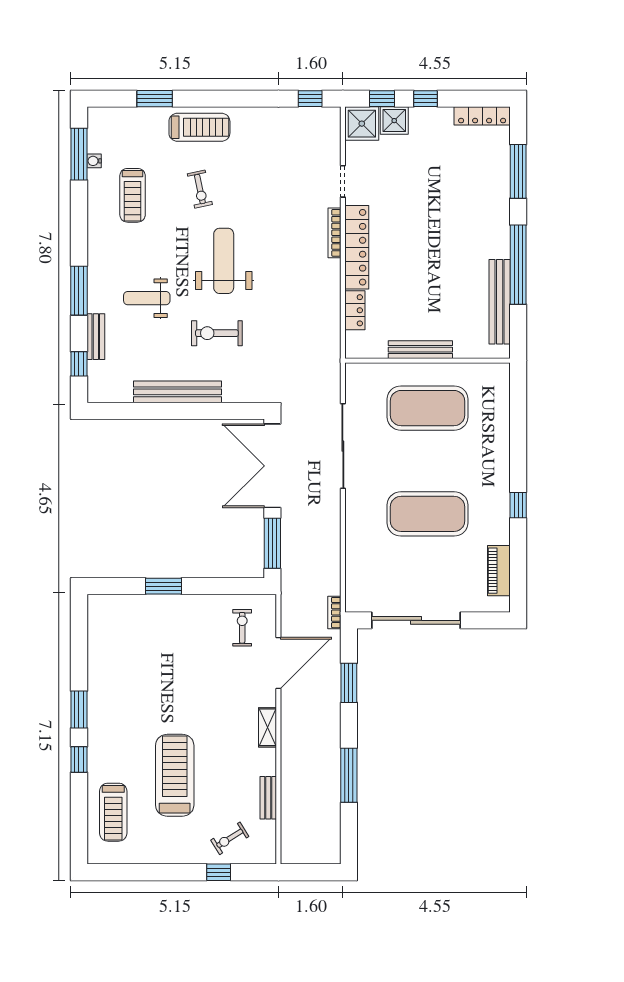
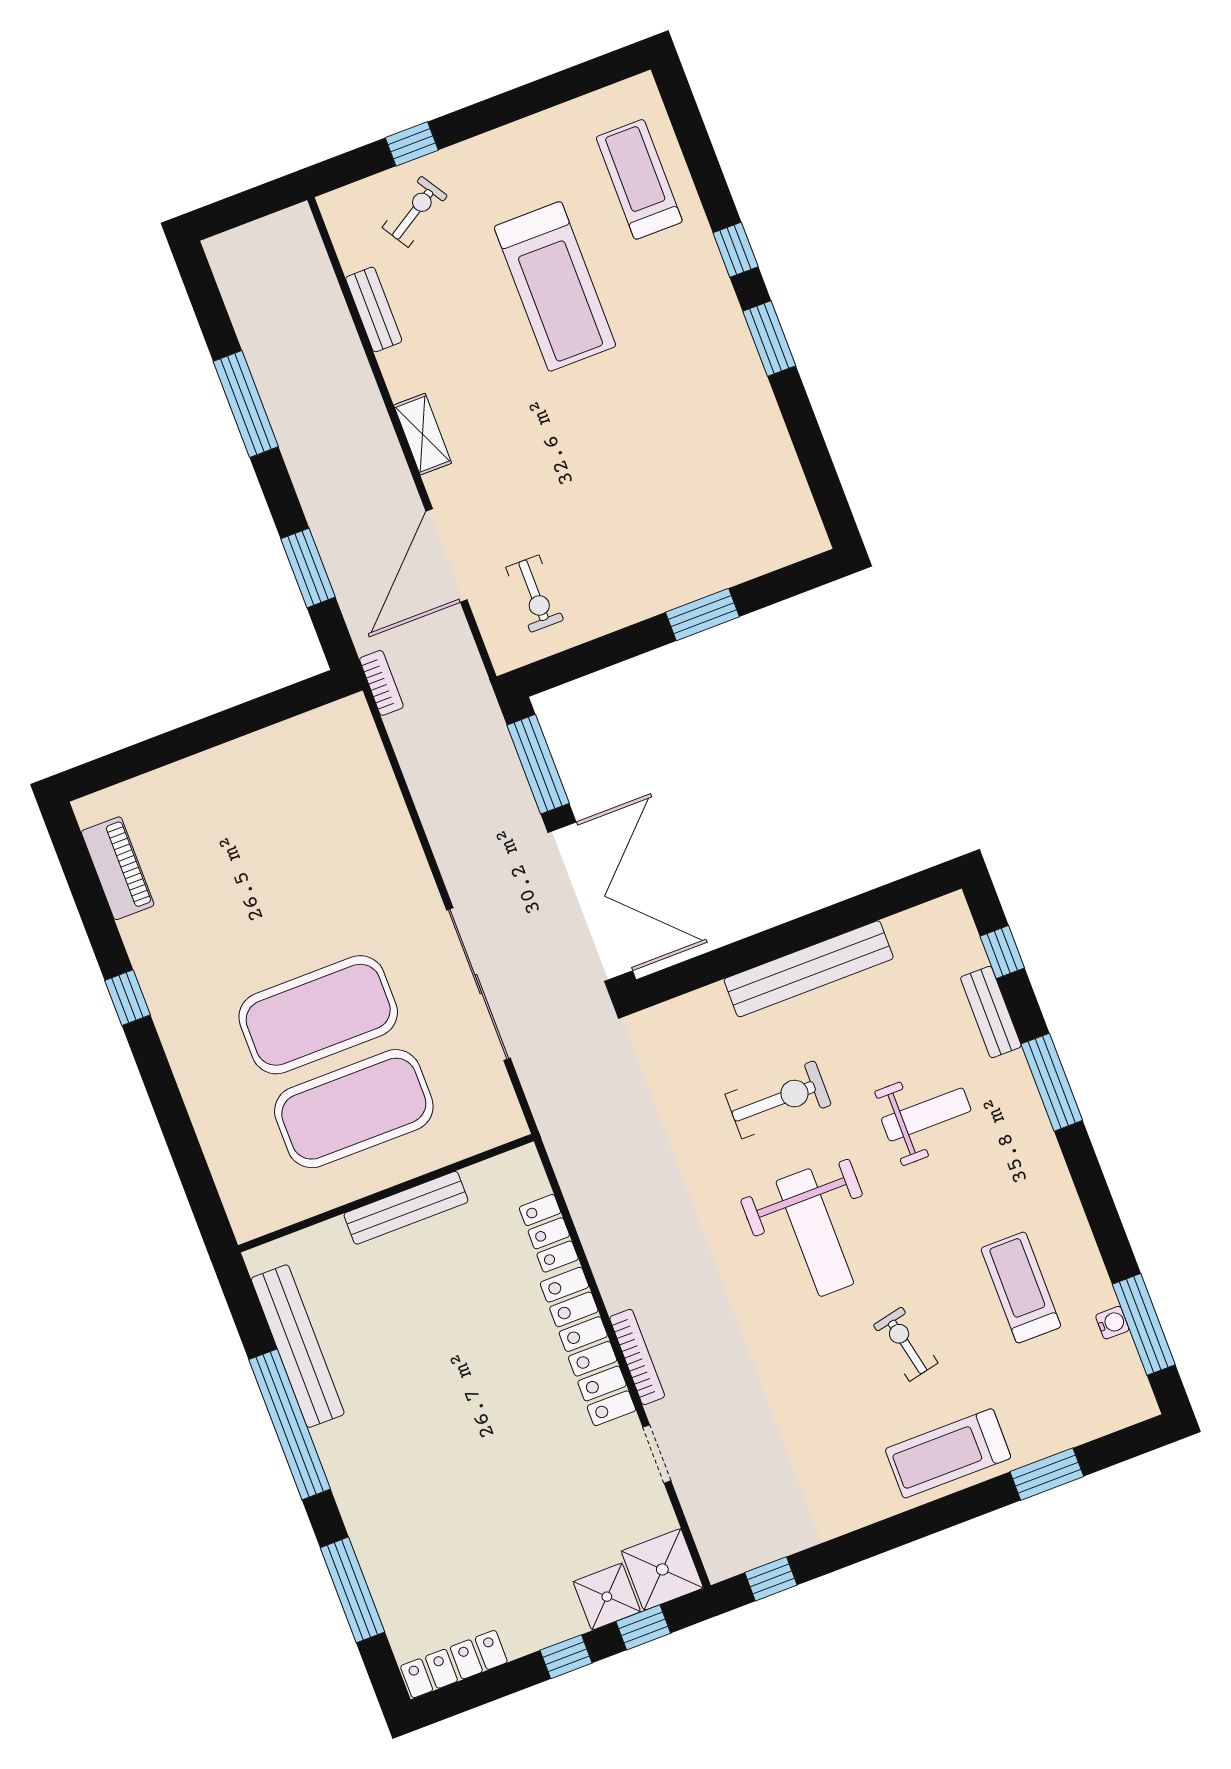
exercise mat: (428, 514) -> (318, 1015), moved
sliding door: (416, 620) -> (231, 724), removed

